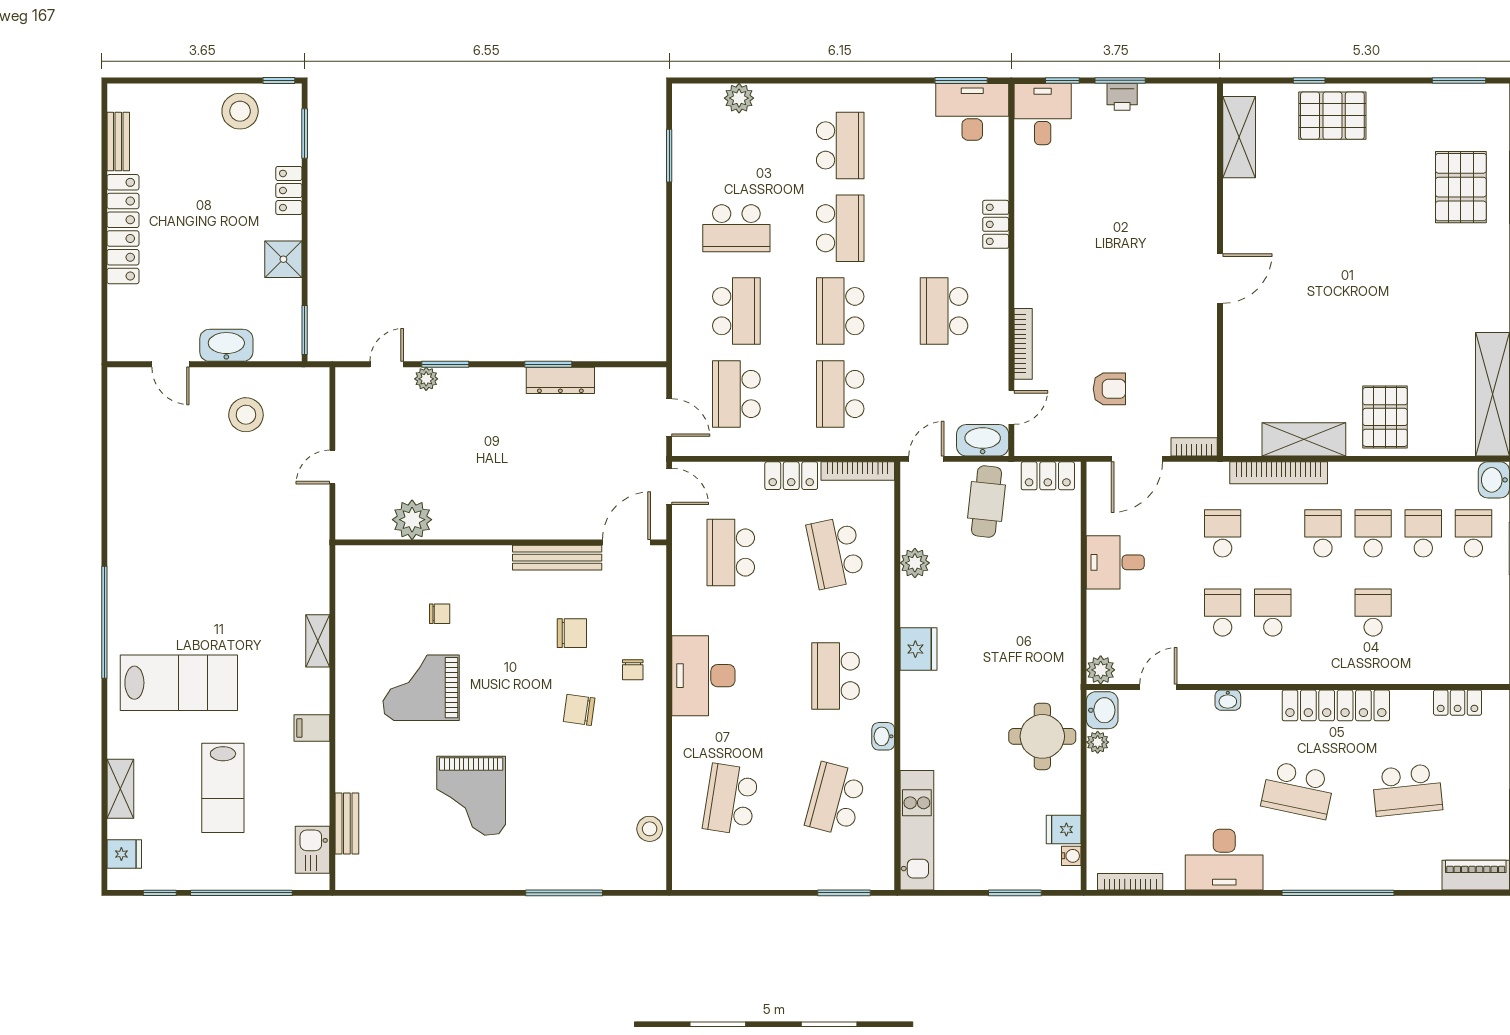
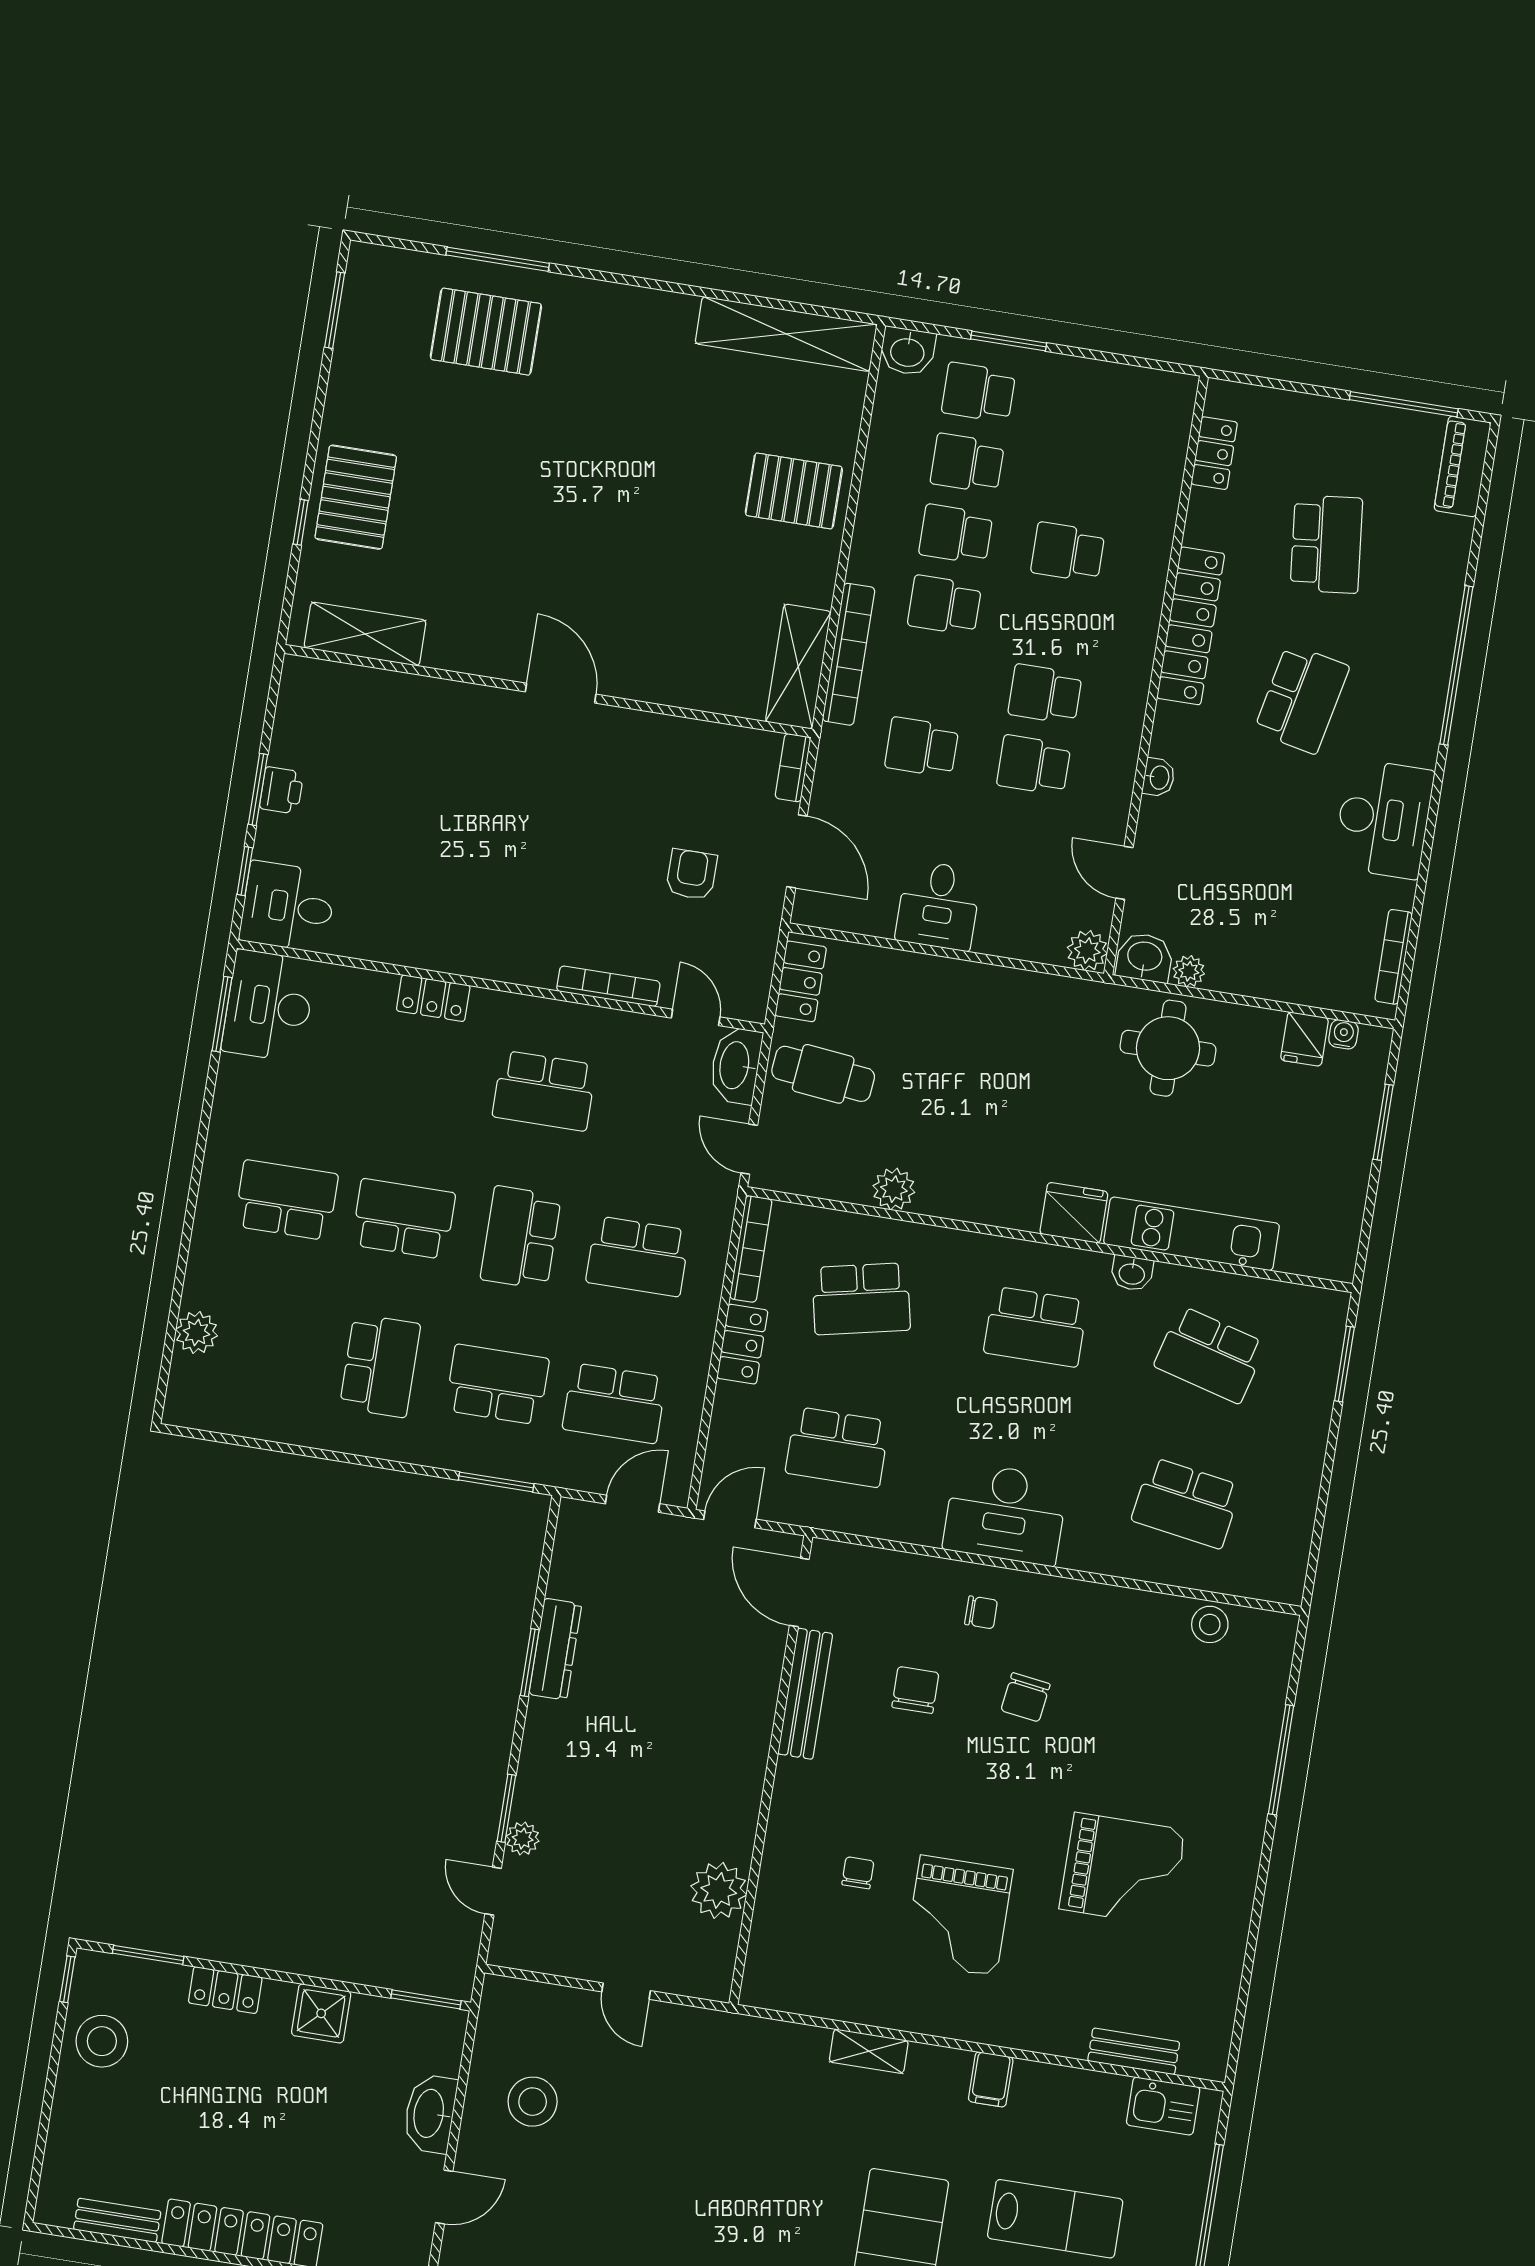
window: (669, 156) -> (496, 1482), moved
school desk: (840, 311) -> (521, 1238), turned 90
shelving: (1304, 439) -> (798, 667), moved
fridge: (918, 649) -> (1074, 1213), moved
kitchen unit: (917, 830) -> (1191, 1234), moved

